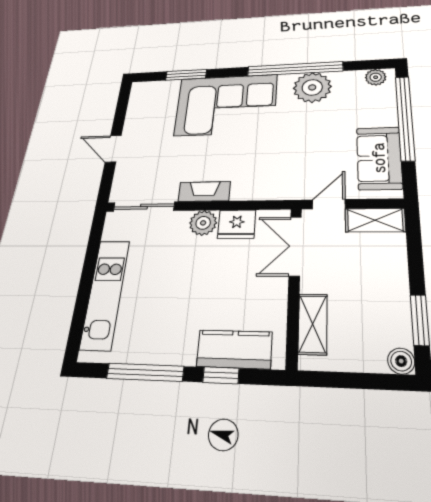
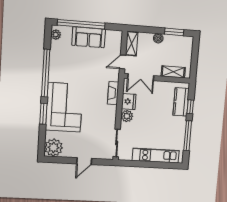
window: (186, 75) -> (43, 114), moved
plant: (312, 87) -> (54, 148), moved
sofa: (379, 158) -> (89, 37), moved
fireplace: (204, 192) -> (113, 93), moved
door: (329, 204) -> (123, 62), hinge flipped
boiler: (401, 361) -> (158, 38), moved

